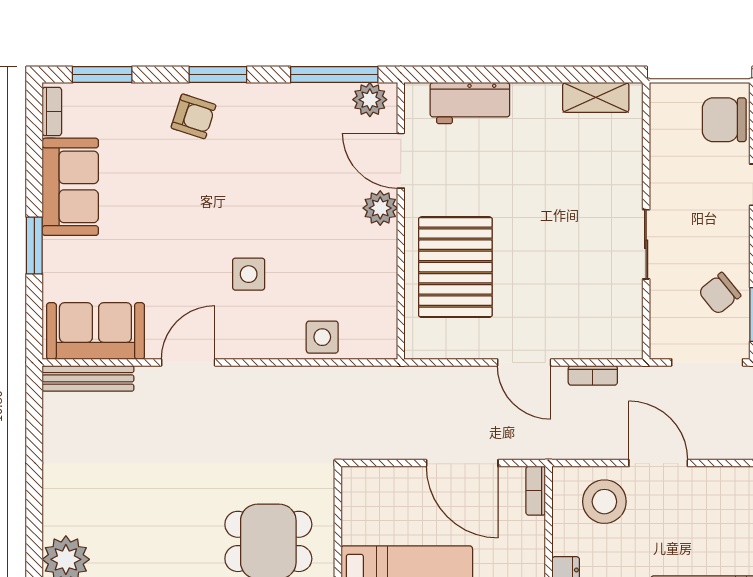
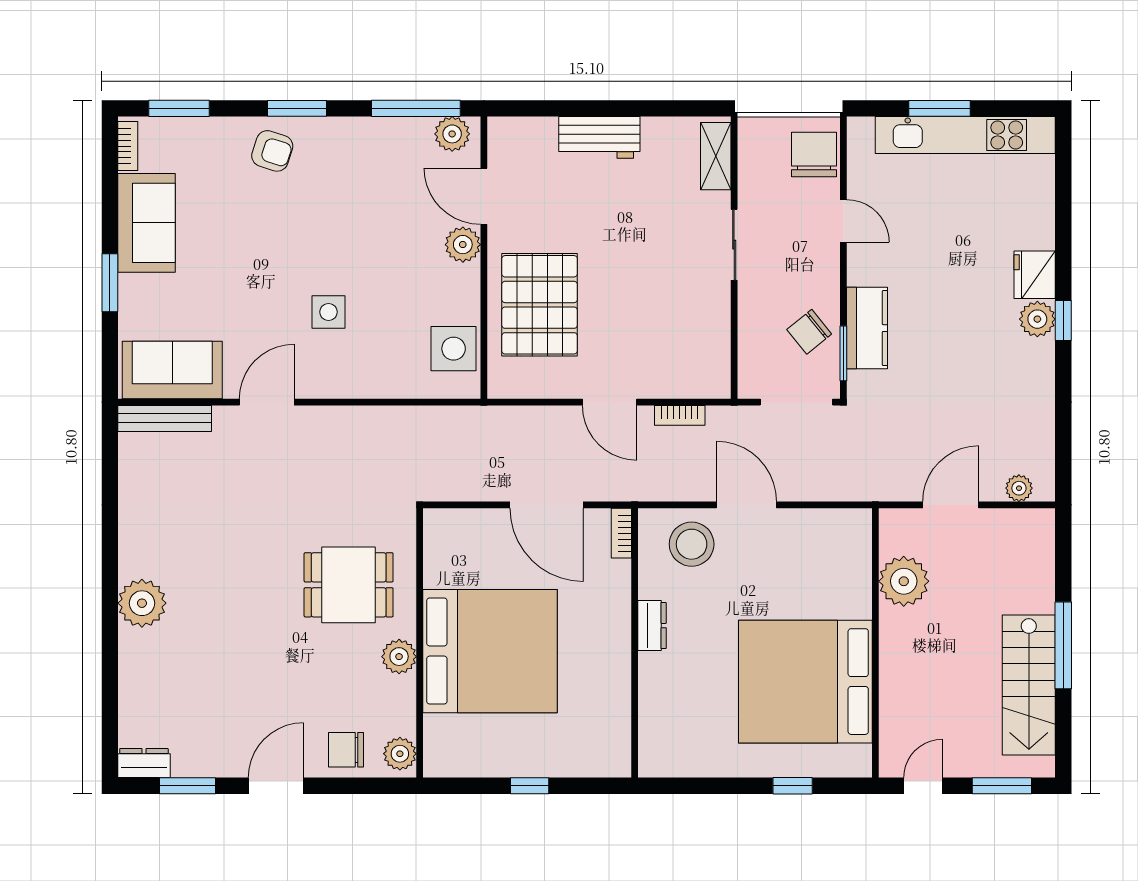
shelving: (596, 97) -> (716, 156), moved, turned 90
workbench: (470, 103) -> (599, 137), moved
chair: (724, 120) -> (814, 154), turned 90
sliding door: (646, 244) -> (734, 245), moved
side table: (322, 337) -> (454, 349), moved, width x1.37, depth x1.37

